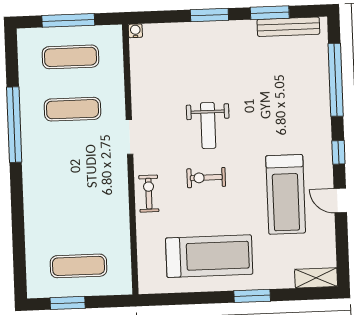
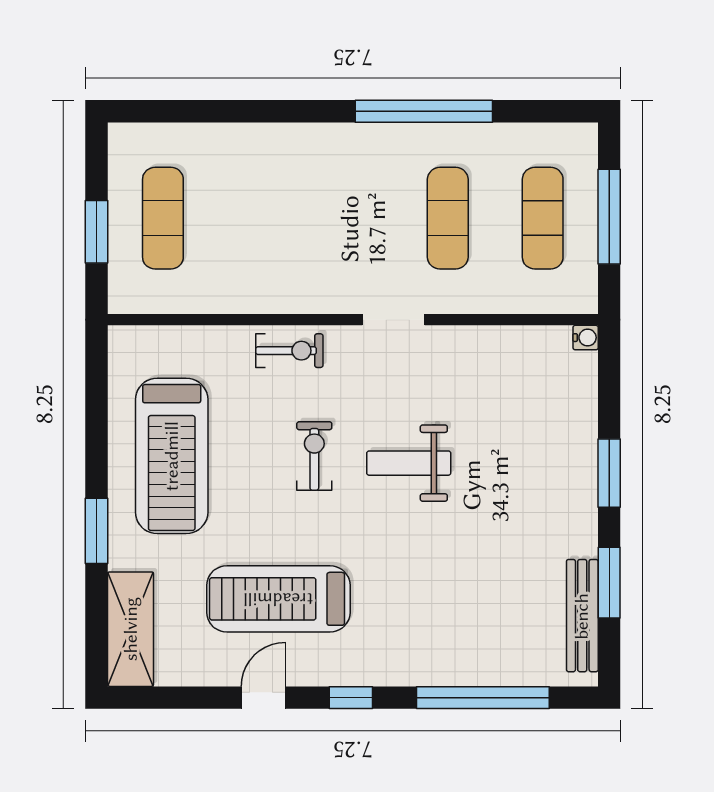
shelving: (316, 278) -> (131, 629), width x1.50, depth x1.33
window: (68, 303) -> (96, 232), moved

